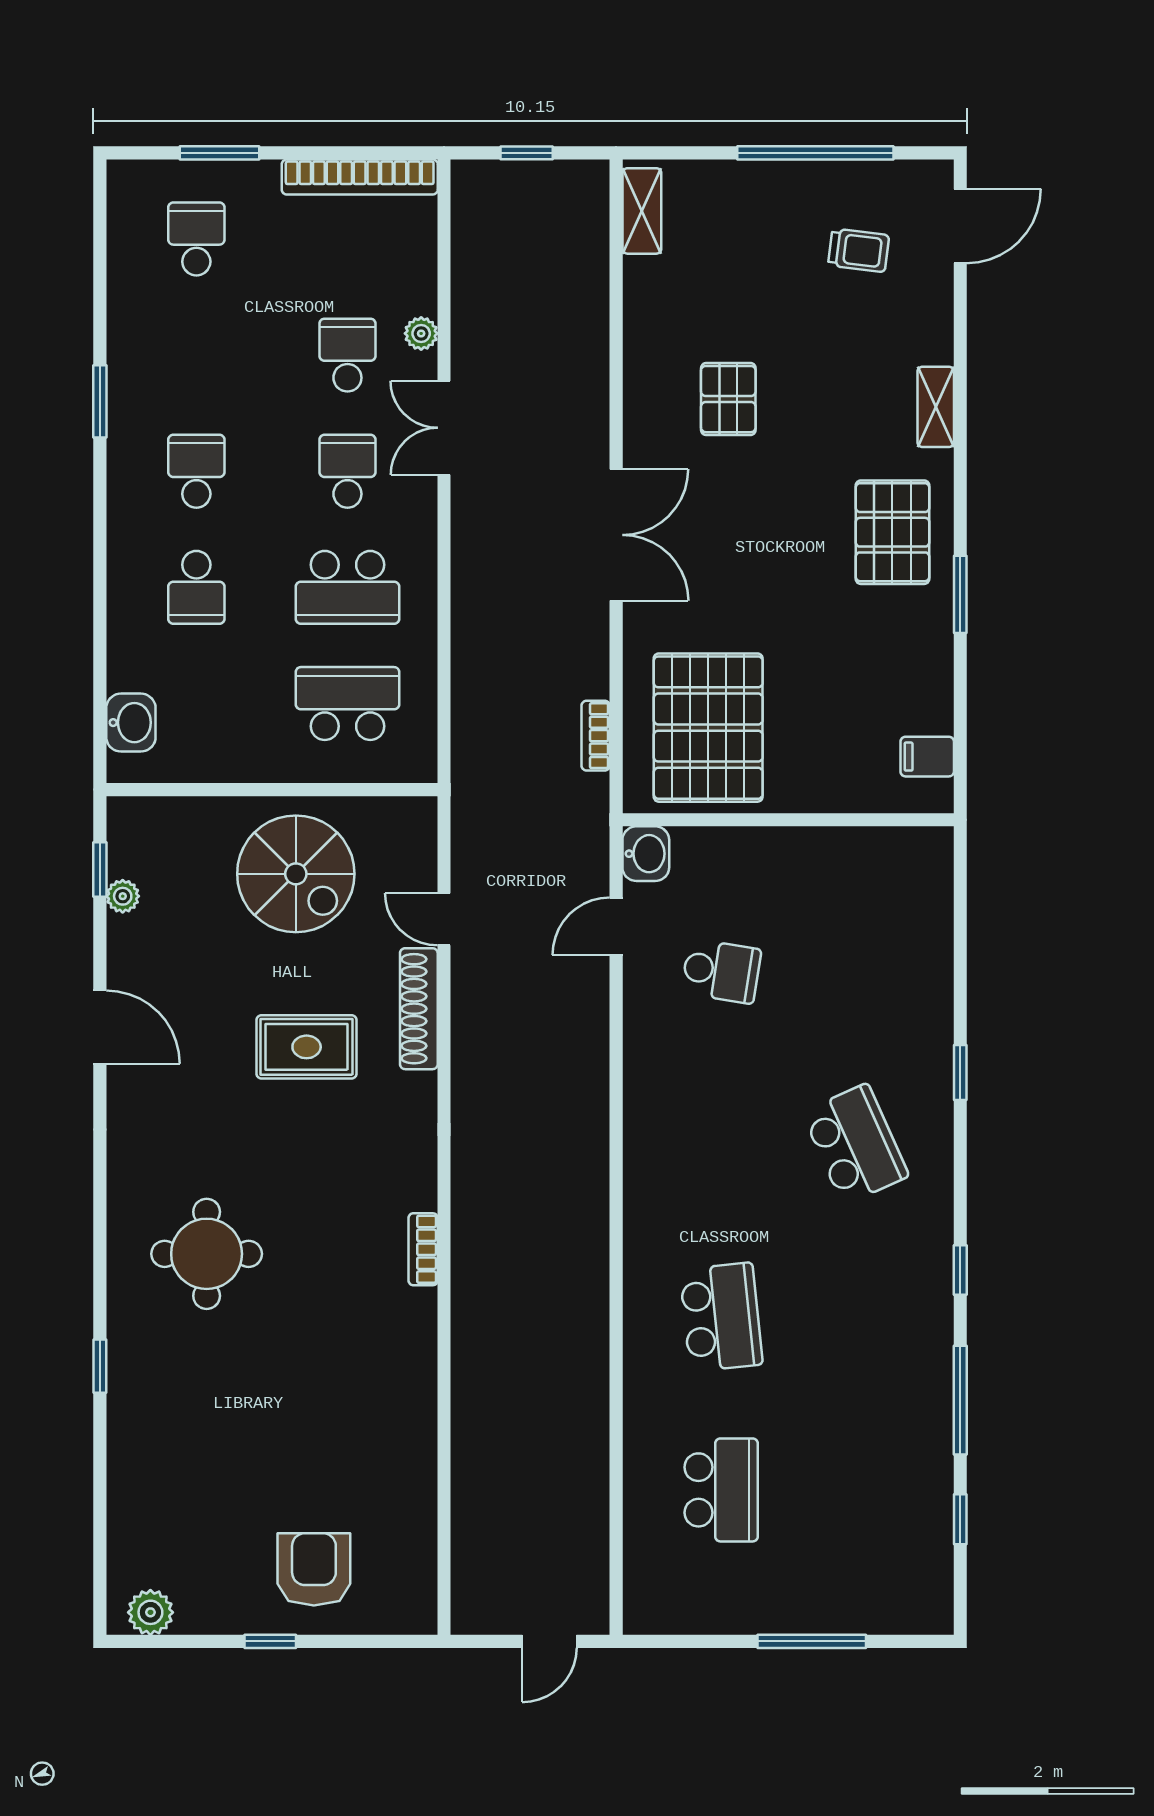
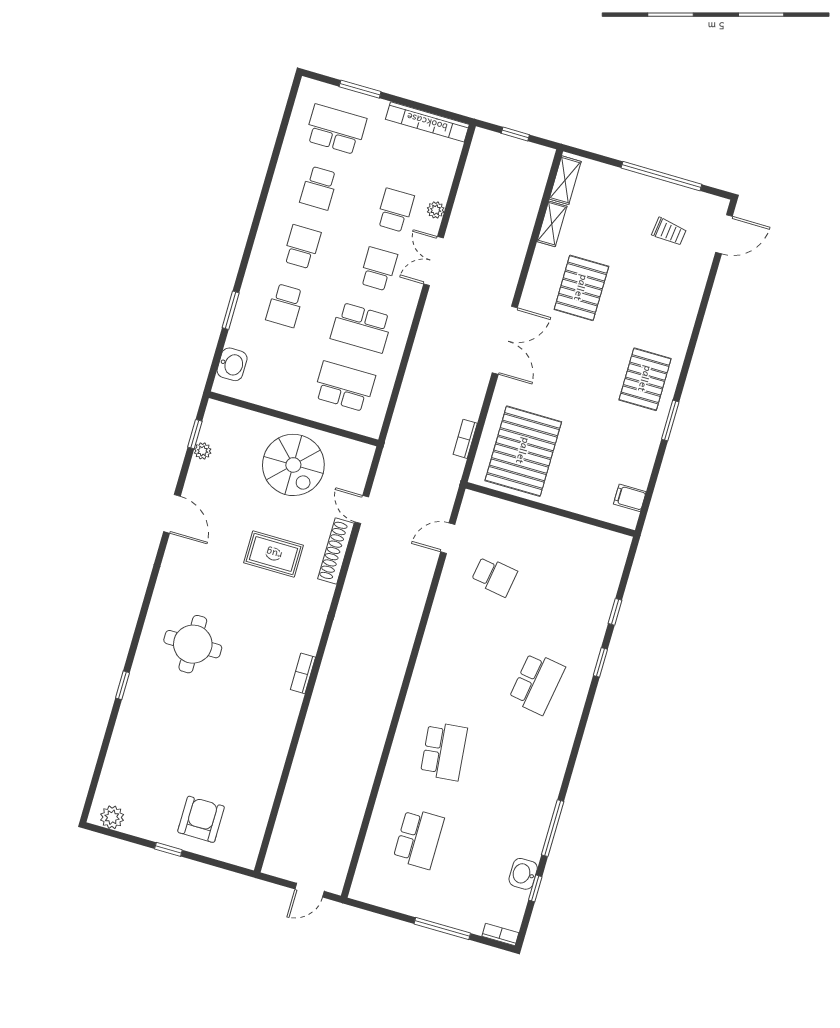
school desk: (196, 239) -> (336, 129), width x1.85
school desk: (196, 355) -> (319, 188), added
pallet: (728, 399) -> (581, 288), width x1.50, depth x1.42
window: (100, 401) -> (231, 310), moved
shelving: (936, 407) -> (552, 224), moved
washbasin: (646, 854) -> (523, 874), moved, turned 180
school desk: (855, 1144) -> (537, 683), turned 33
window: (960, 1270) -> (615, 612), moved
bookcase: (921, 1622) -> (500, 935), added

